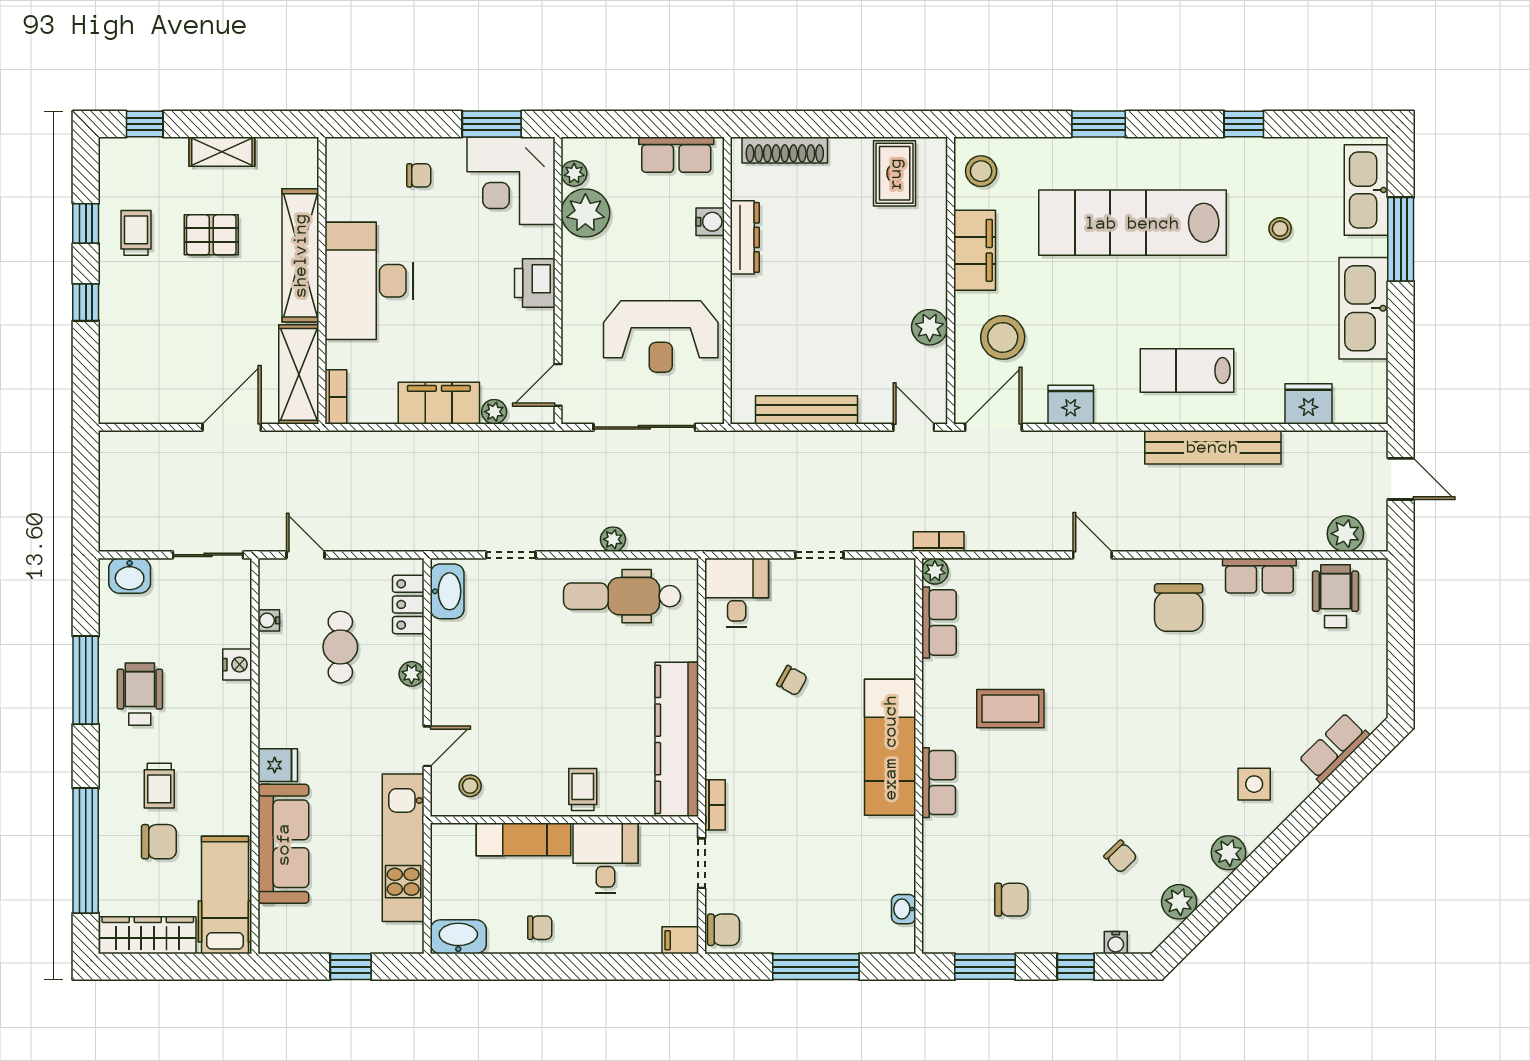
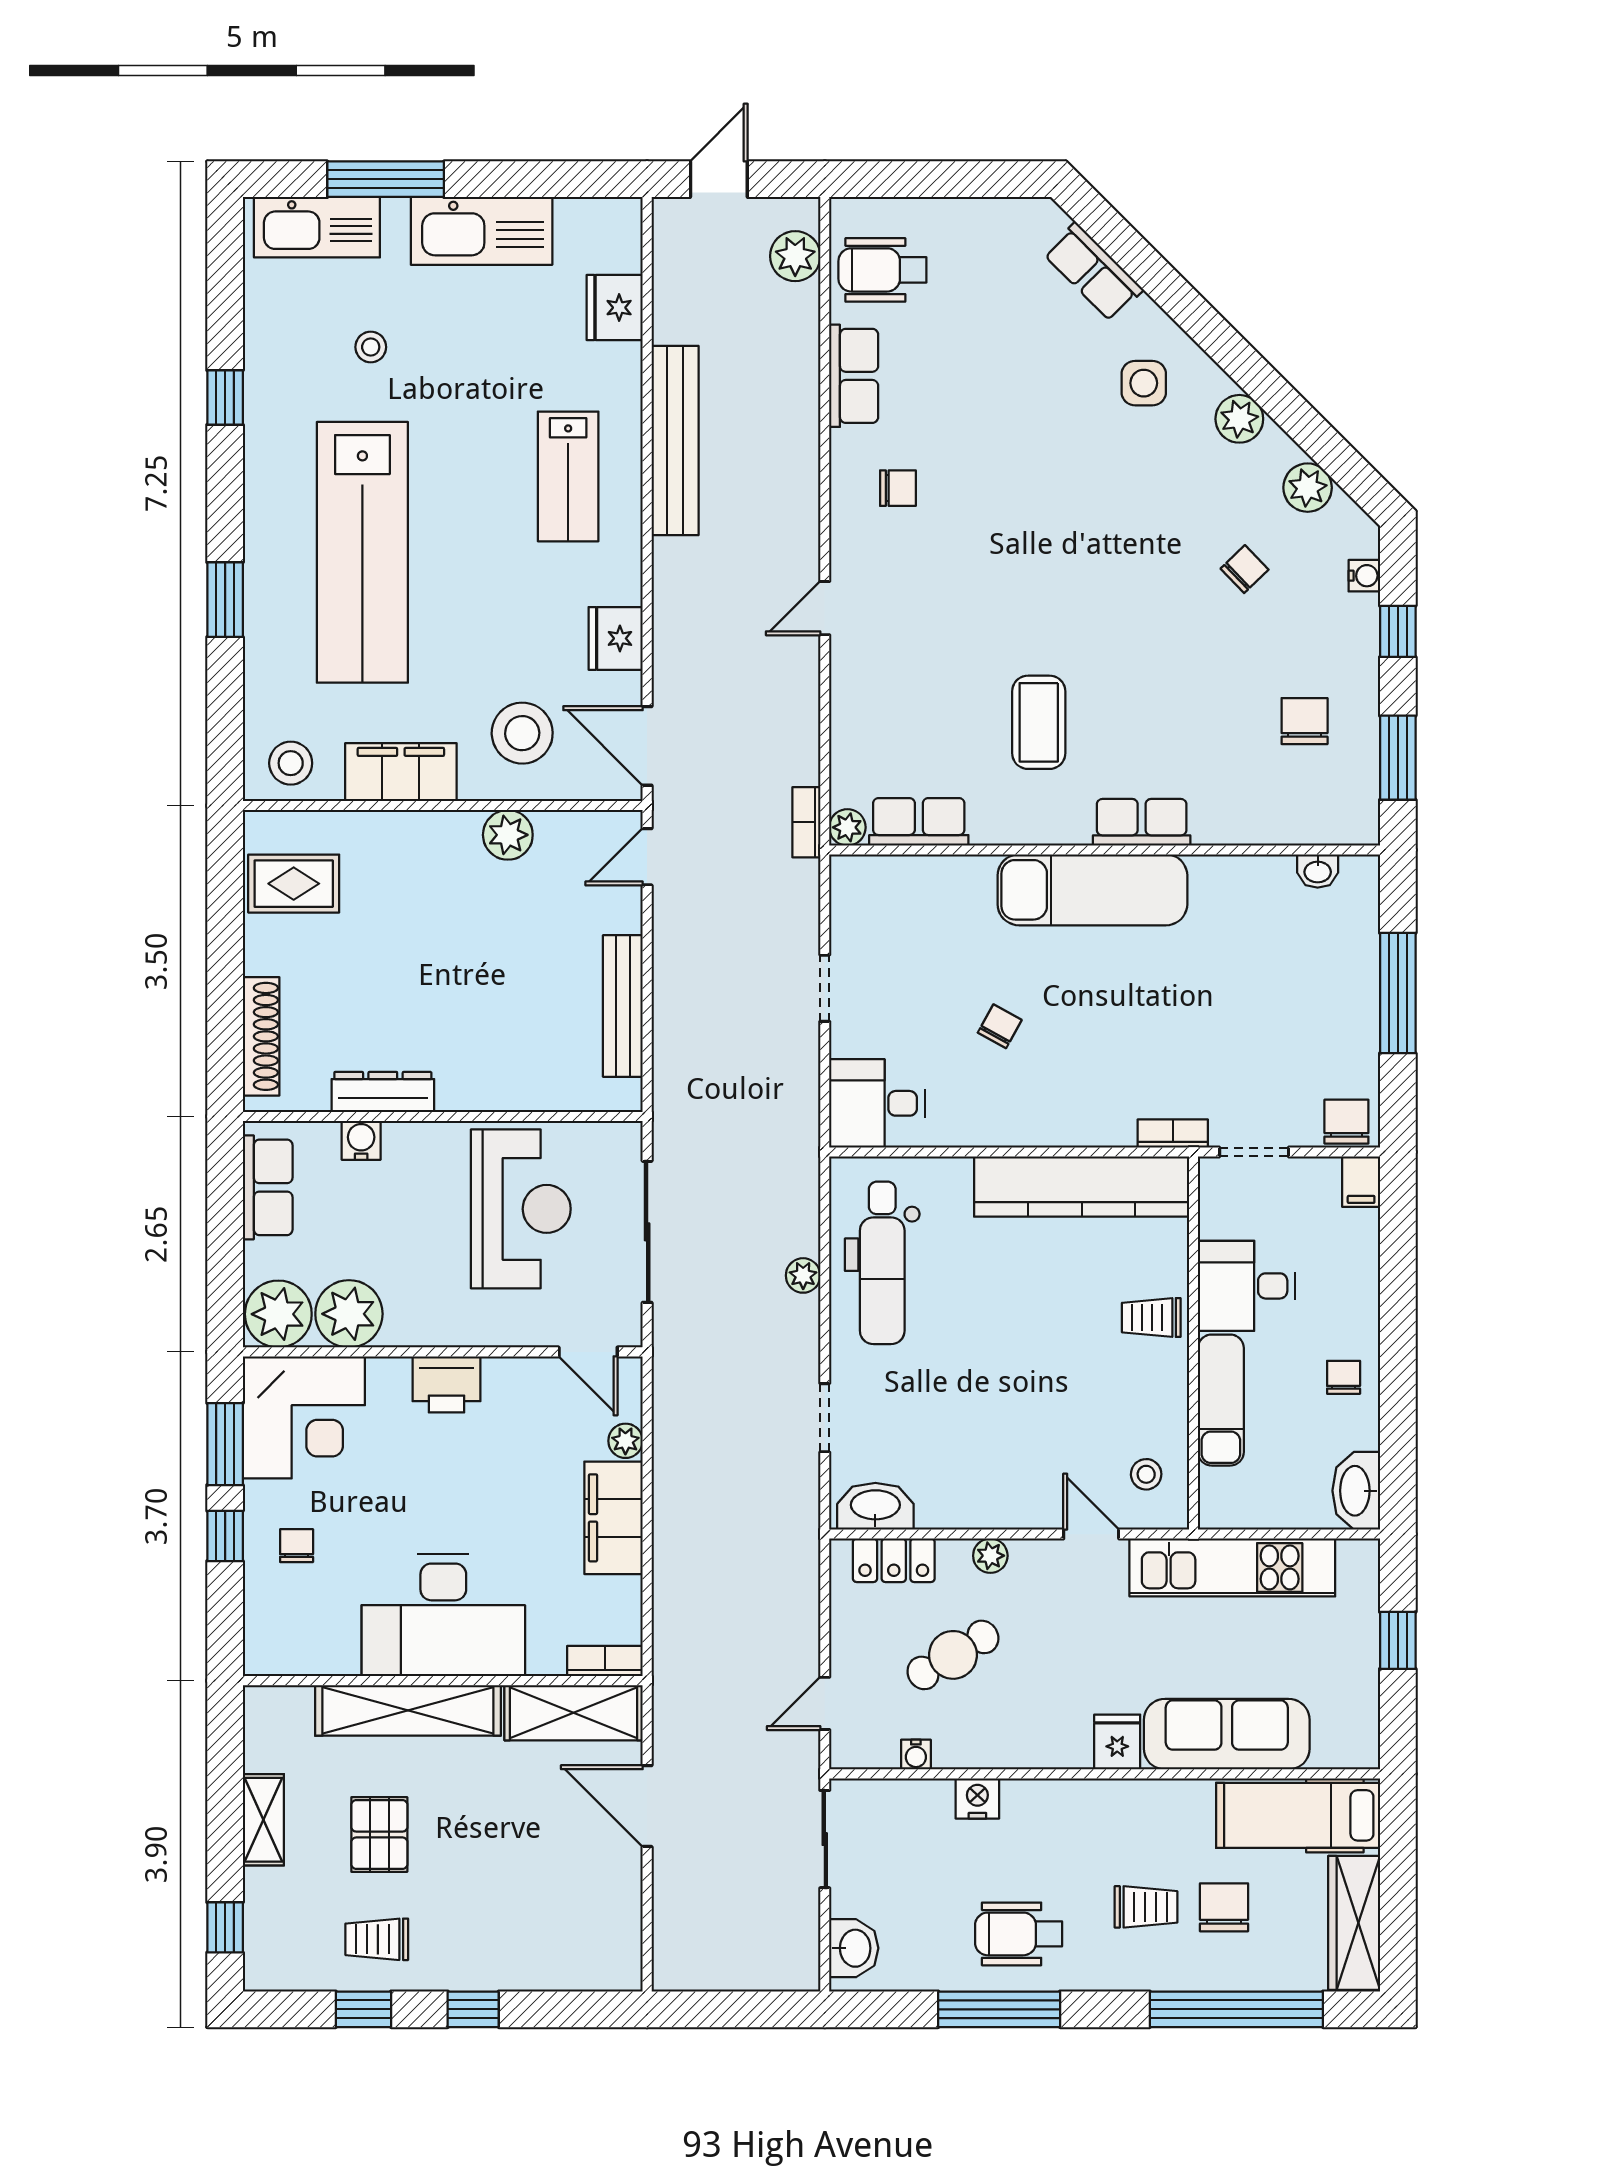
window: (426, 124) -> (225, 1536), added
plant: (574, 173) -> (278, 1314), width x1.88, depth x1.88
chair: (1179, 607) -> (898, 488), width x0.54, depth x0.54
cafe table: (340, 647) -> (953, 1655), turned -31

